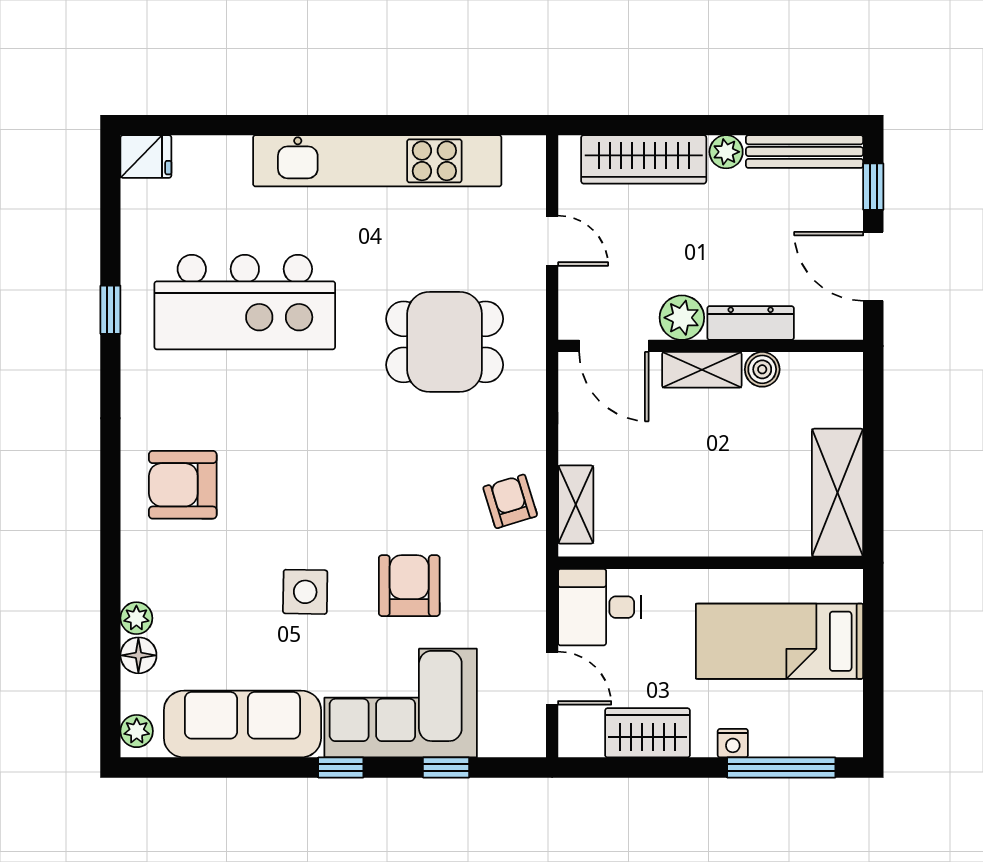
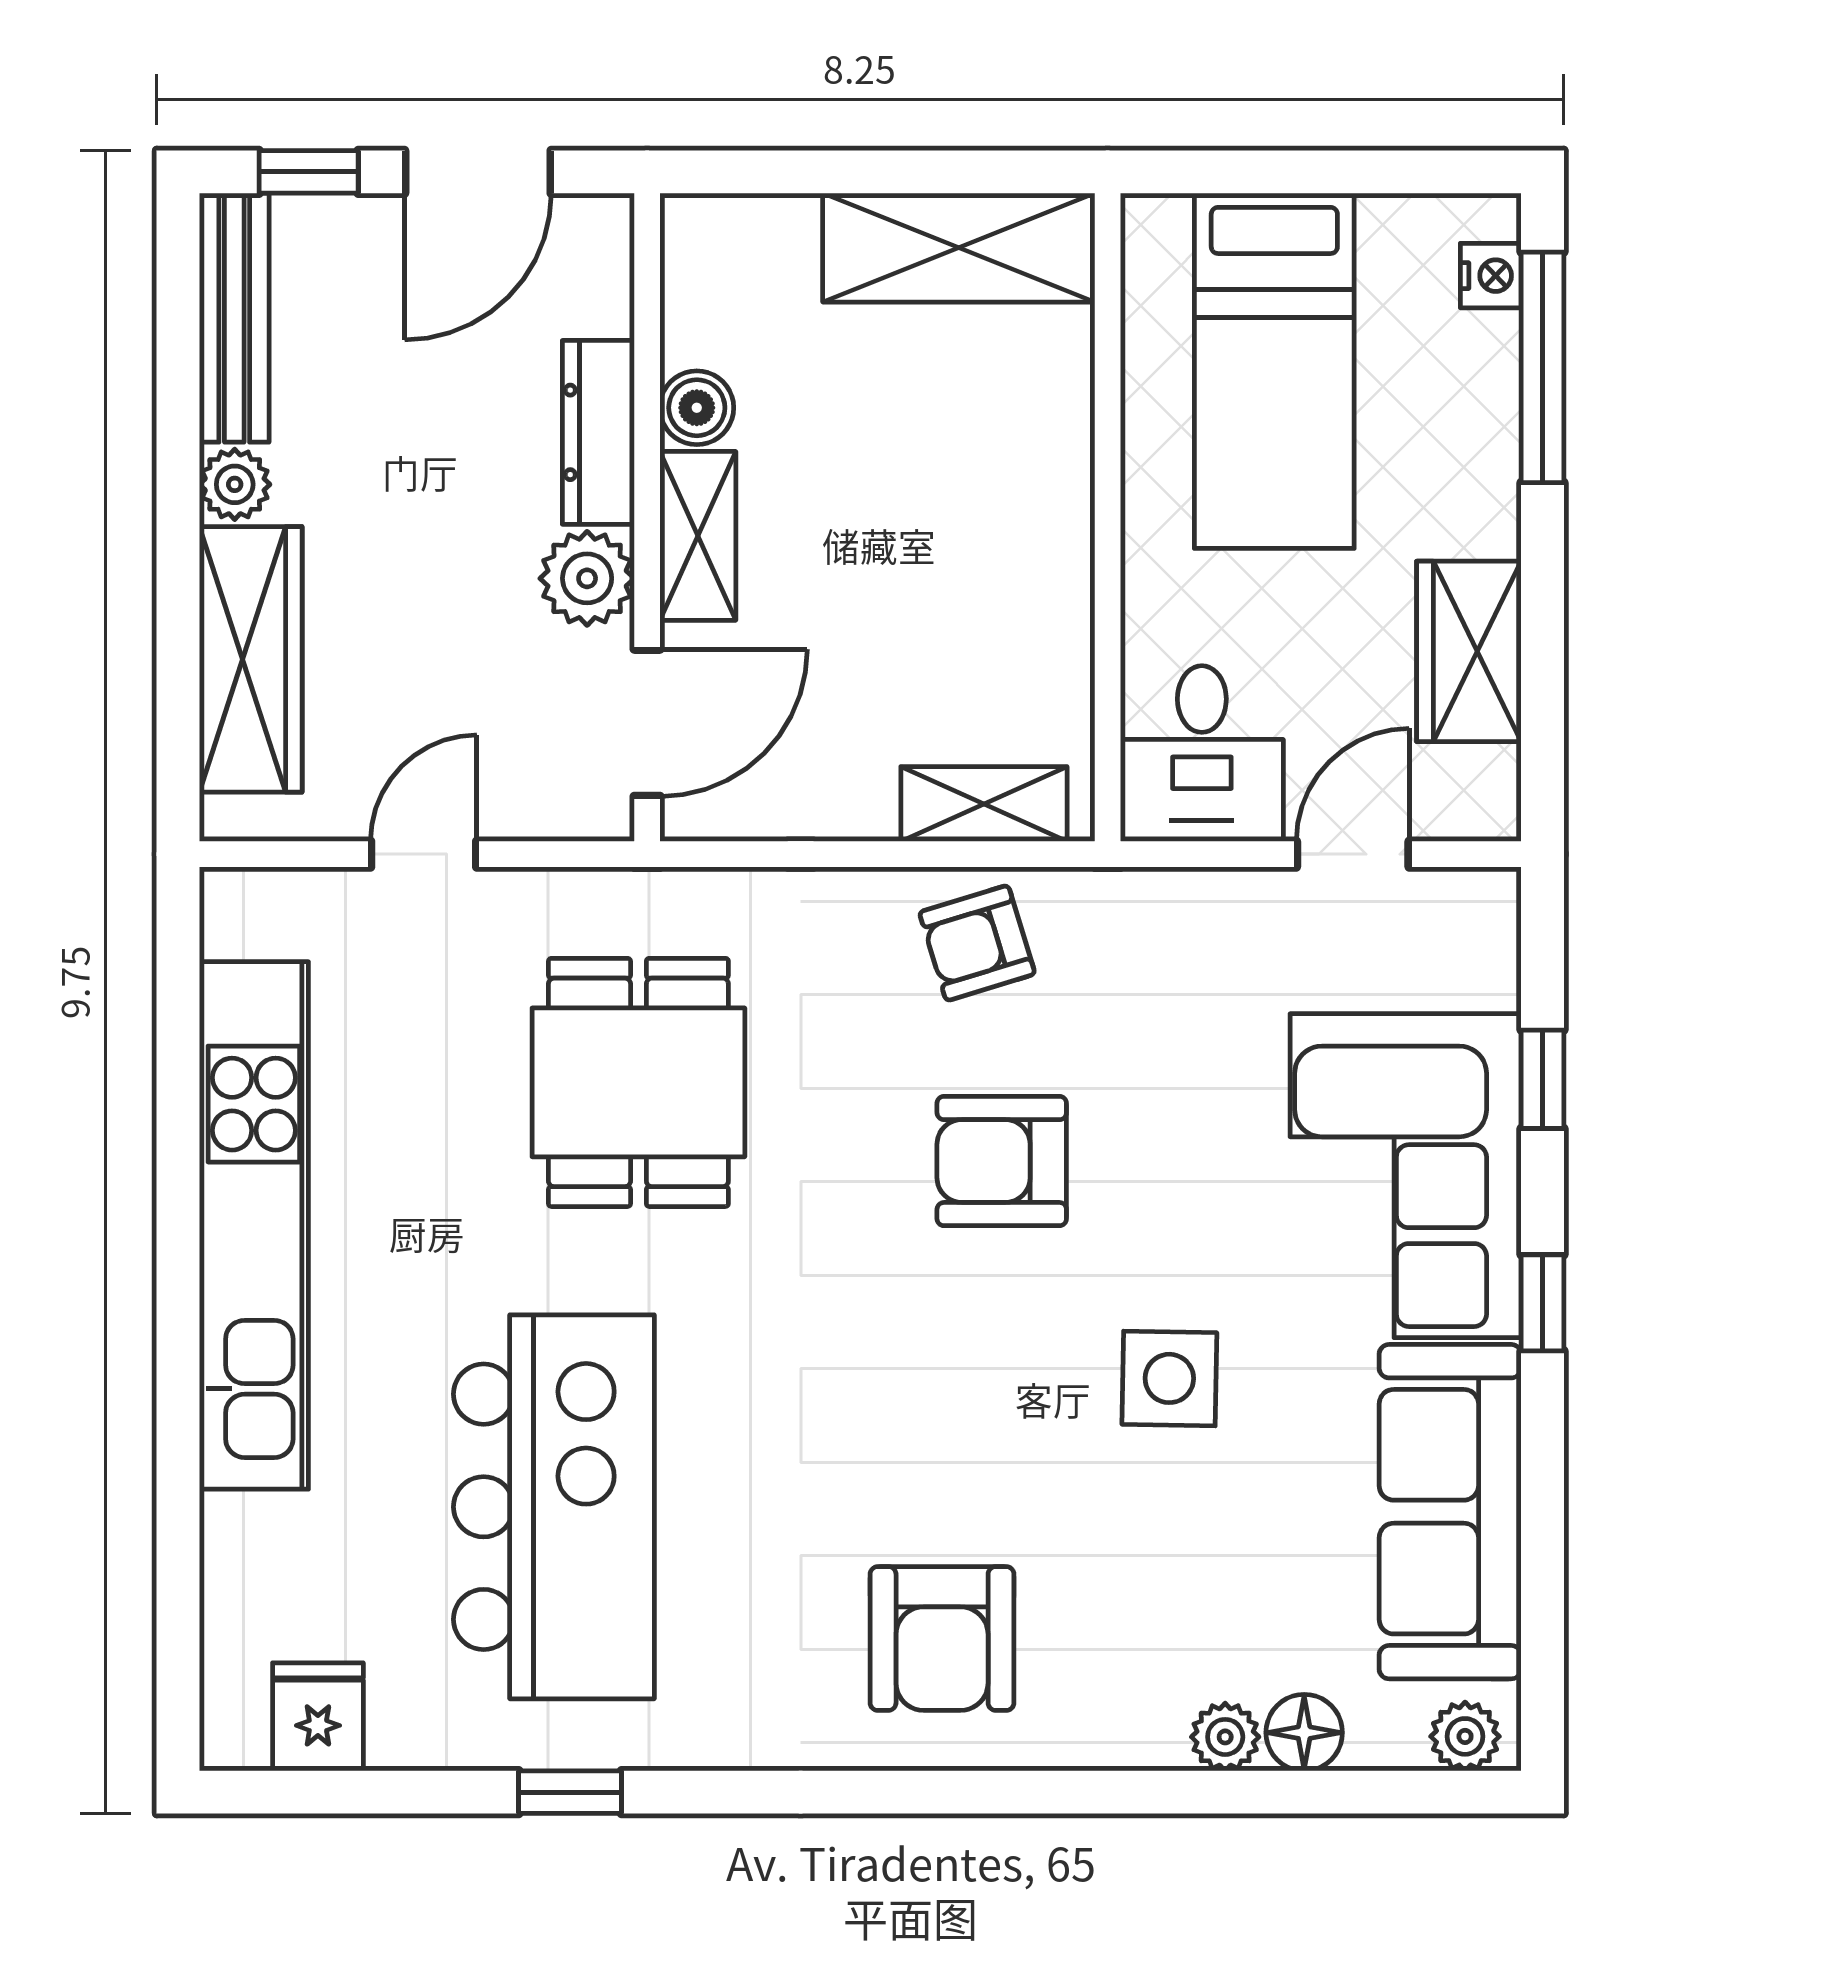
fridge: (146, 157) -> (318, 1717), moved
armchair: (409, 586) -> (1002, 1161), moved
nightstand: (733, 743) -> (1491, 276), moved

